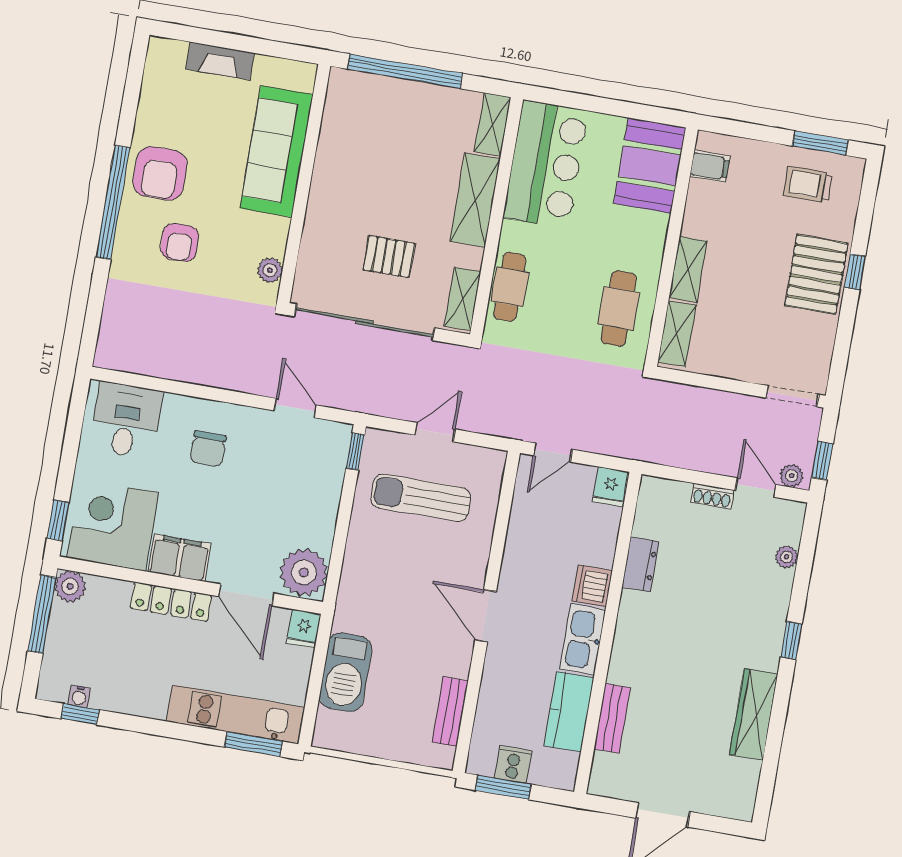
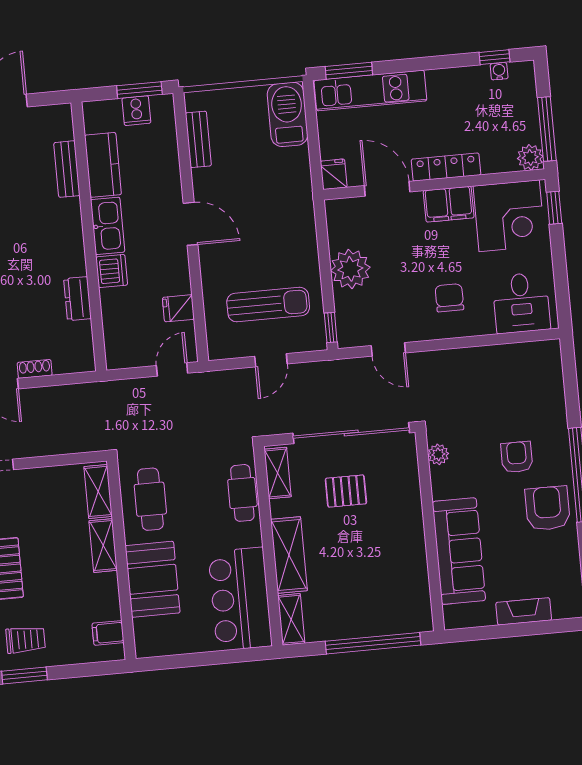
booth: (650, 166) -> (153, 579), moved
fridge: (610, 487) -> (178, 308), moved, turned -90
plant: (304, 572) -> (350, 269), moved
barbecue: (346, 672) -> (287, 114), moved

